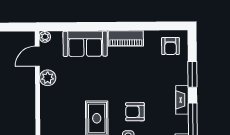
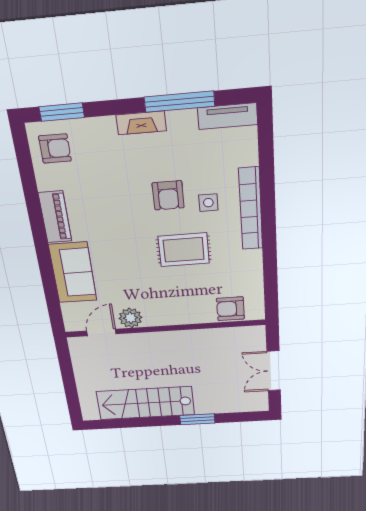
plant: (45, 37) -> (72, 325), removed
door: (37, 56) -> (101, 332), swing flipped
window: (192, 74) -> (62, 112), moved

